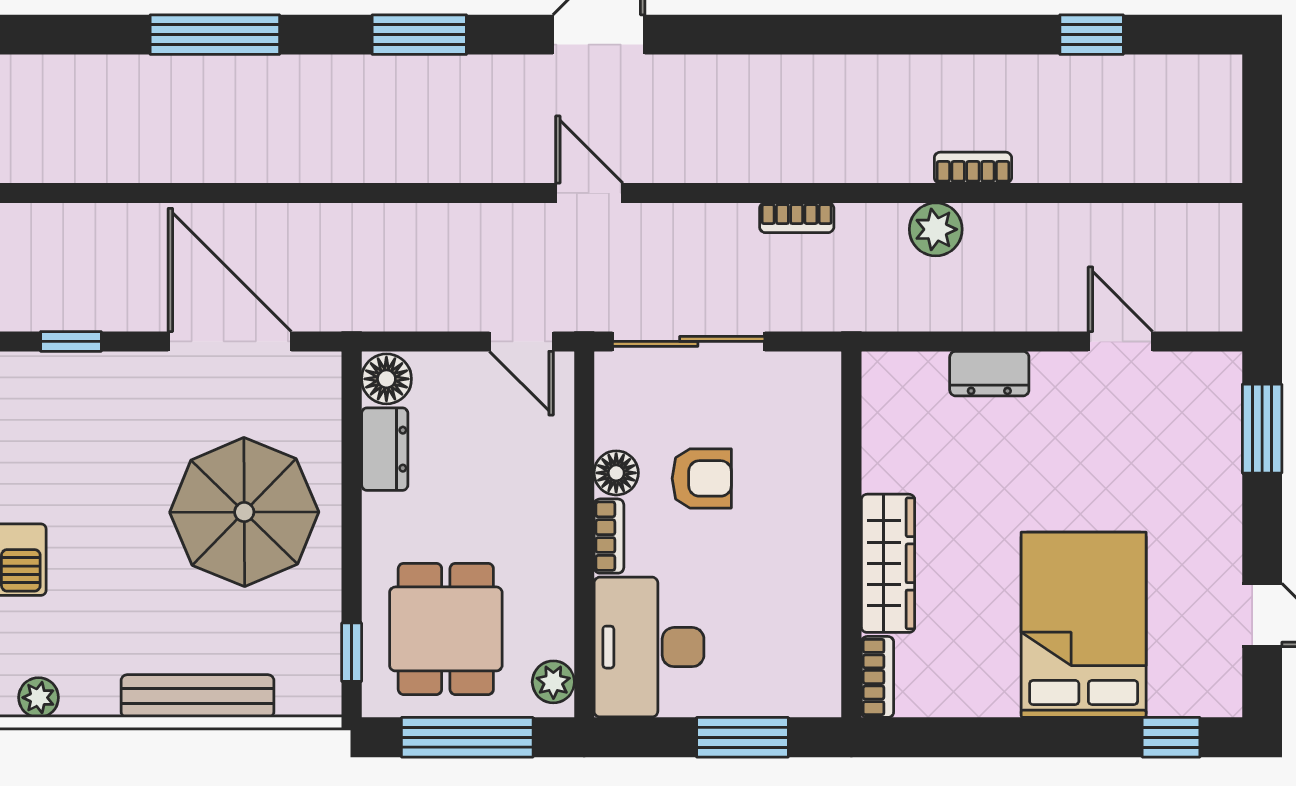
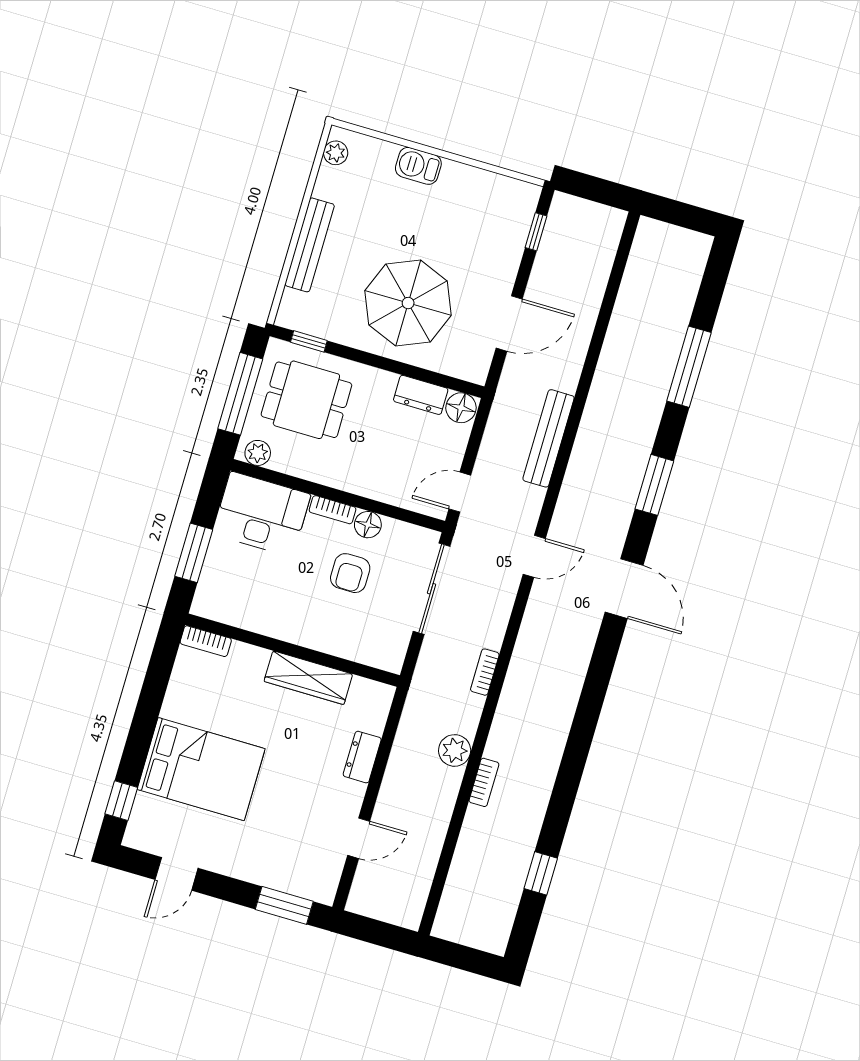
bench: (395, 225) -> (549, 438), added
door: (230, 341) -> (509, 324), width x0.73
wardrobe: (888, 563) -> (308, 678), moved

